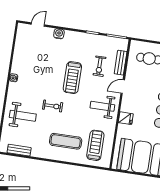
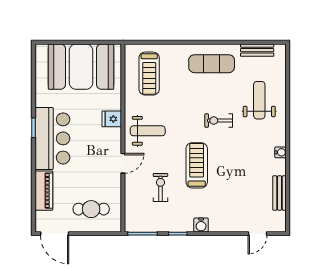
water cooler: (59, 34) -> (201, 225), moved
bench: (121, 63) -> (279, 193), moved
weight bench: (23, 116) -> (259, 100), turned 90
exercise mat: (66, 141) -> (212, 64), moved

